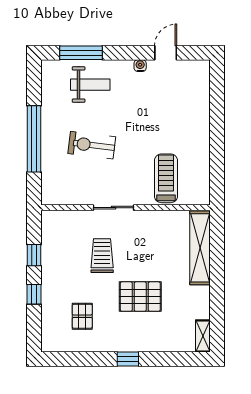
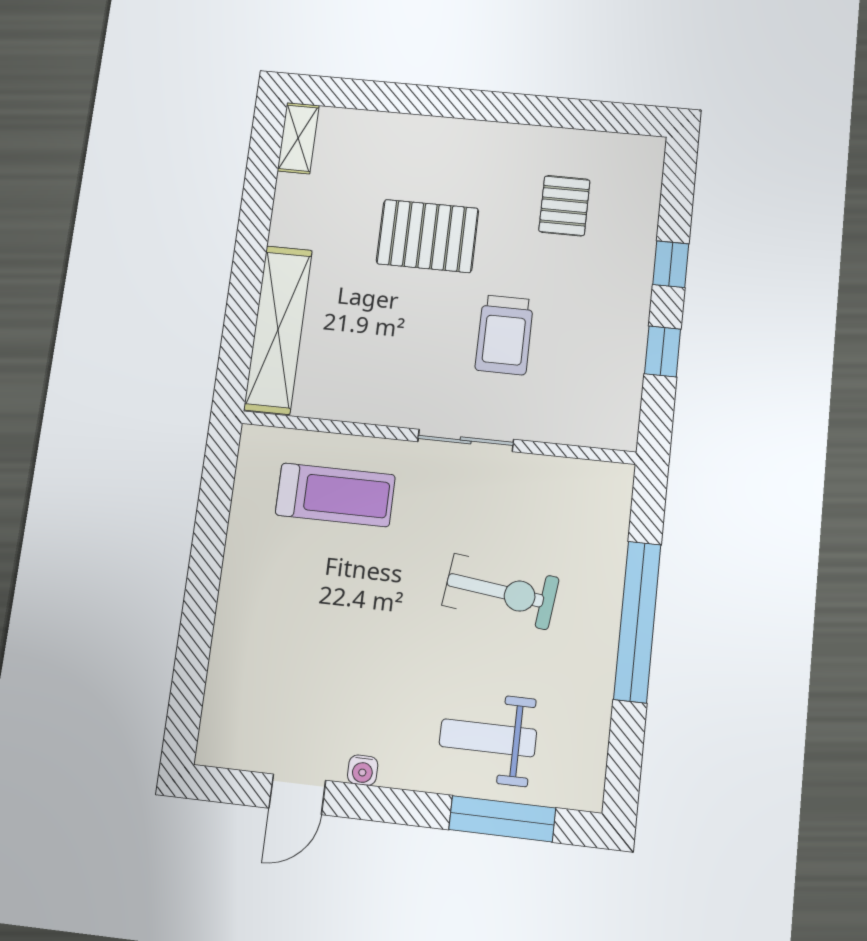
treadmill: (166, 178) -> (335, 495), turned -90
window: (128, 359) -> (472, 105), removed

